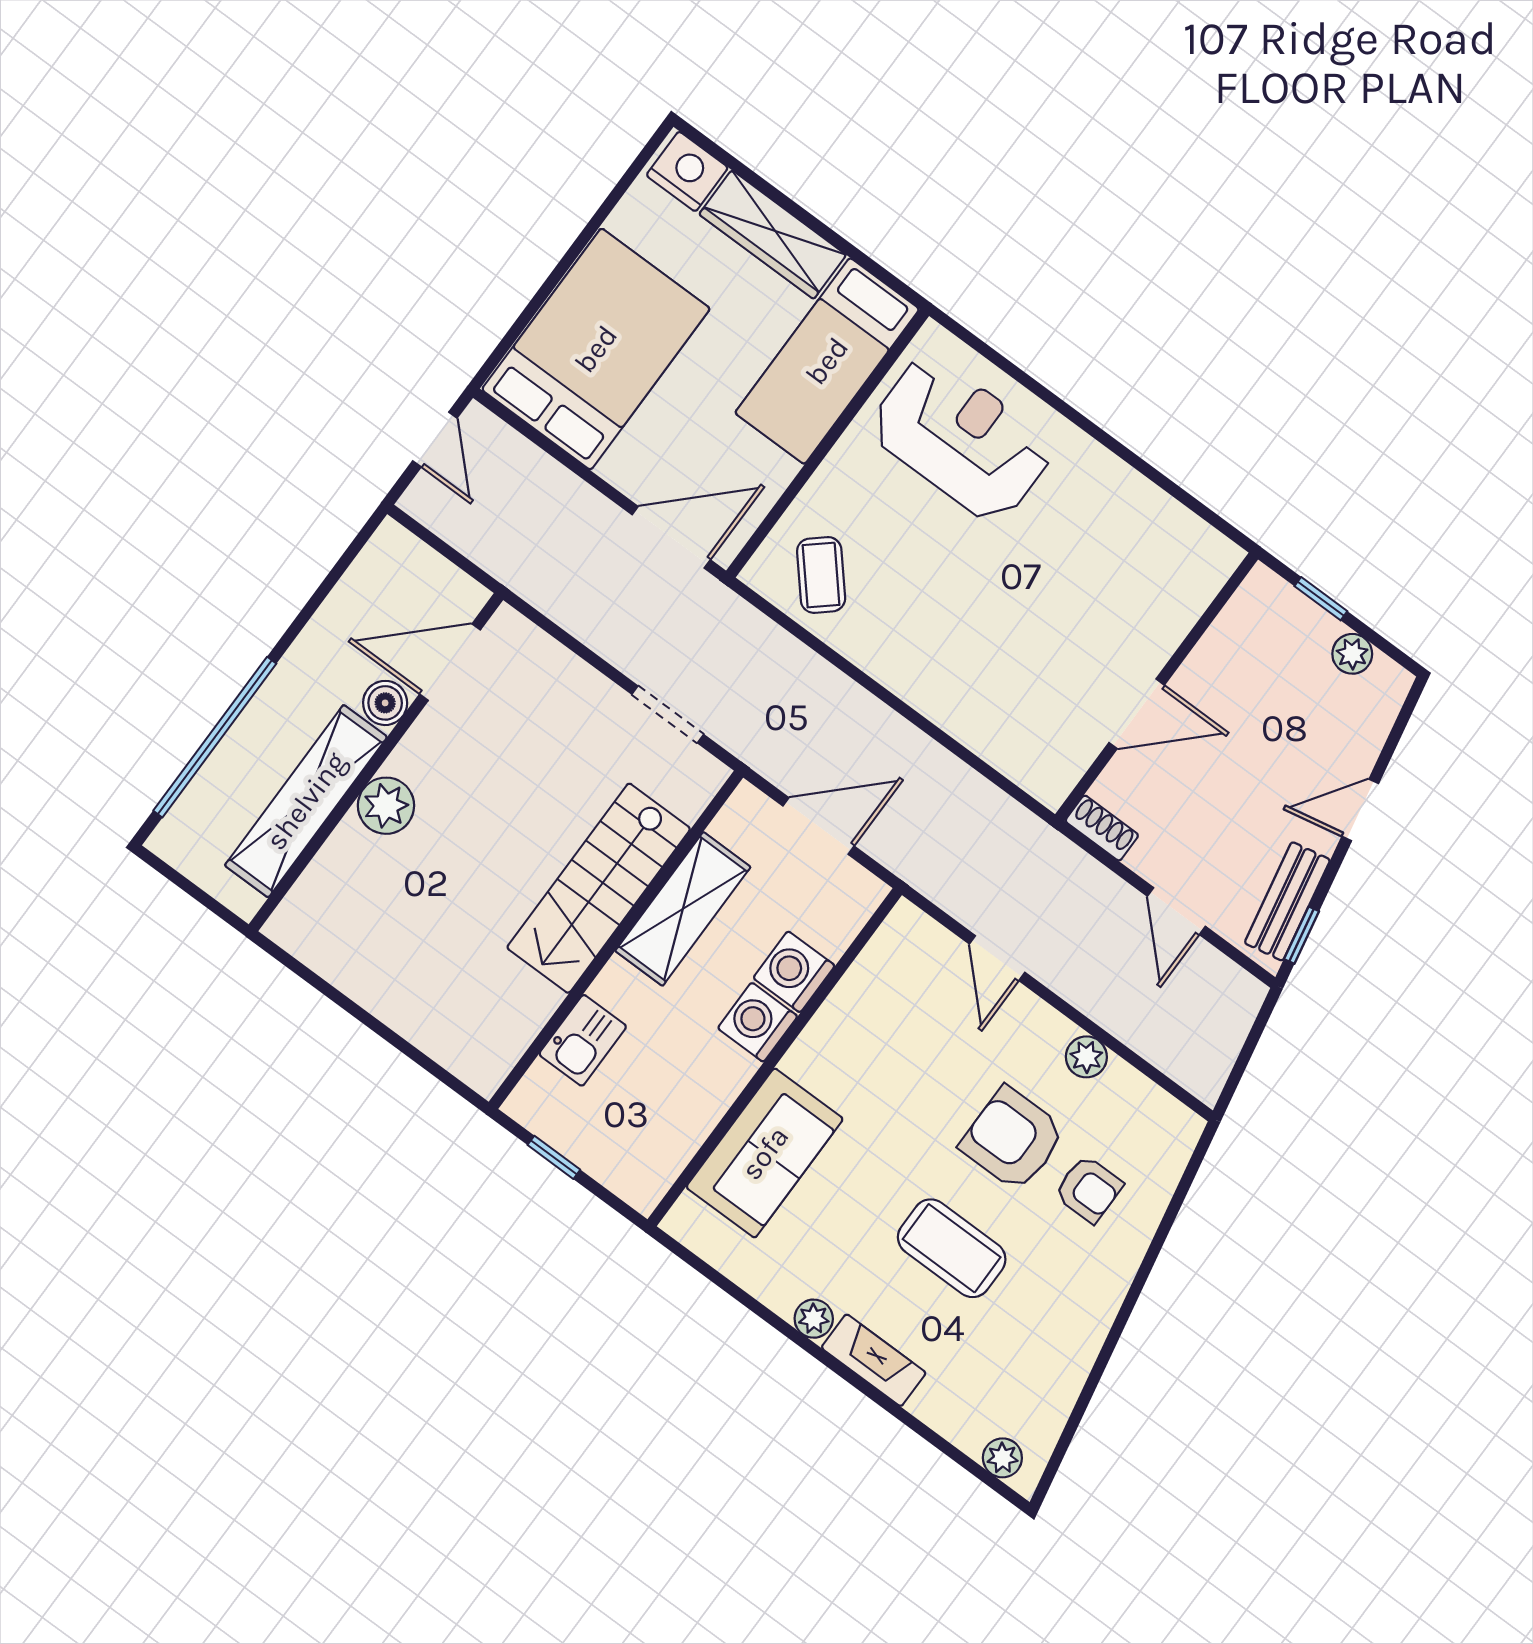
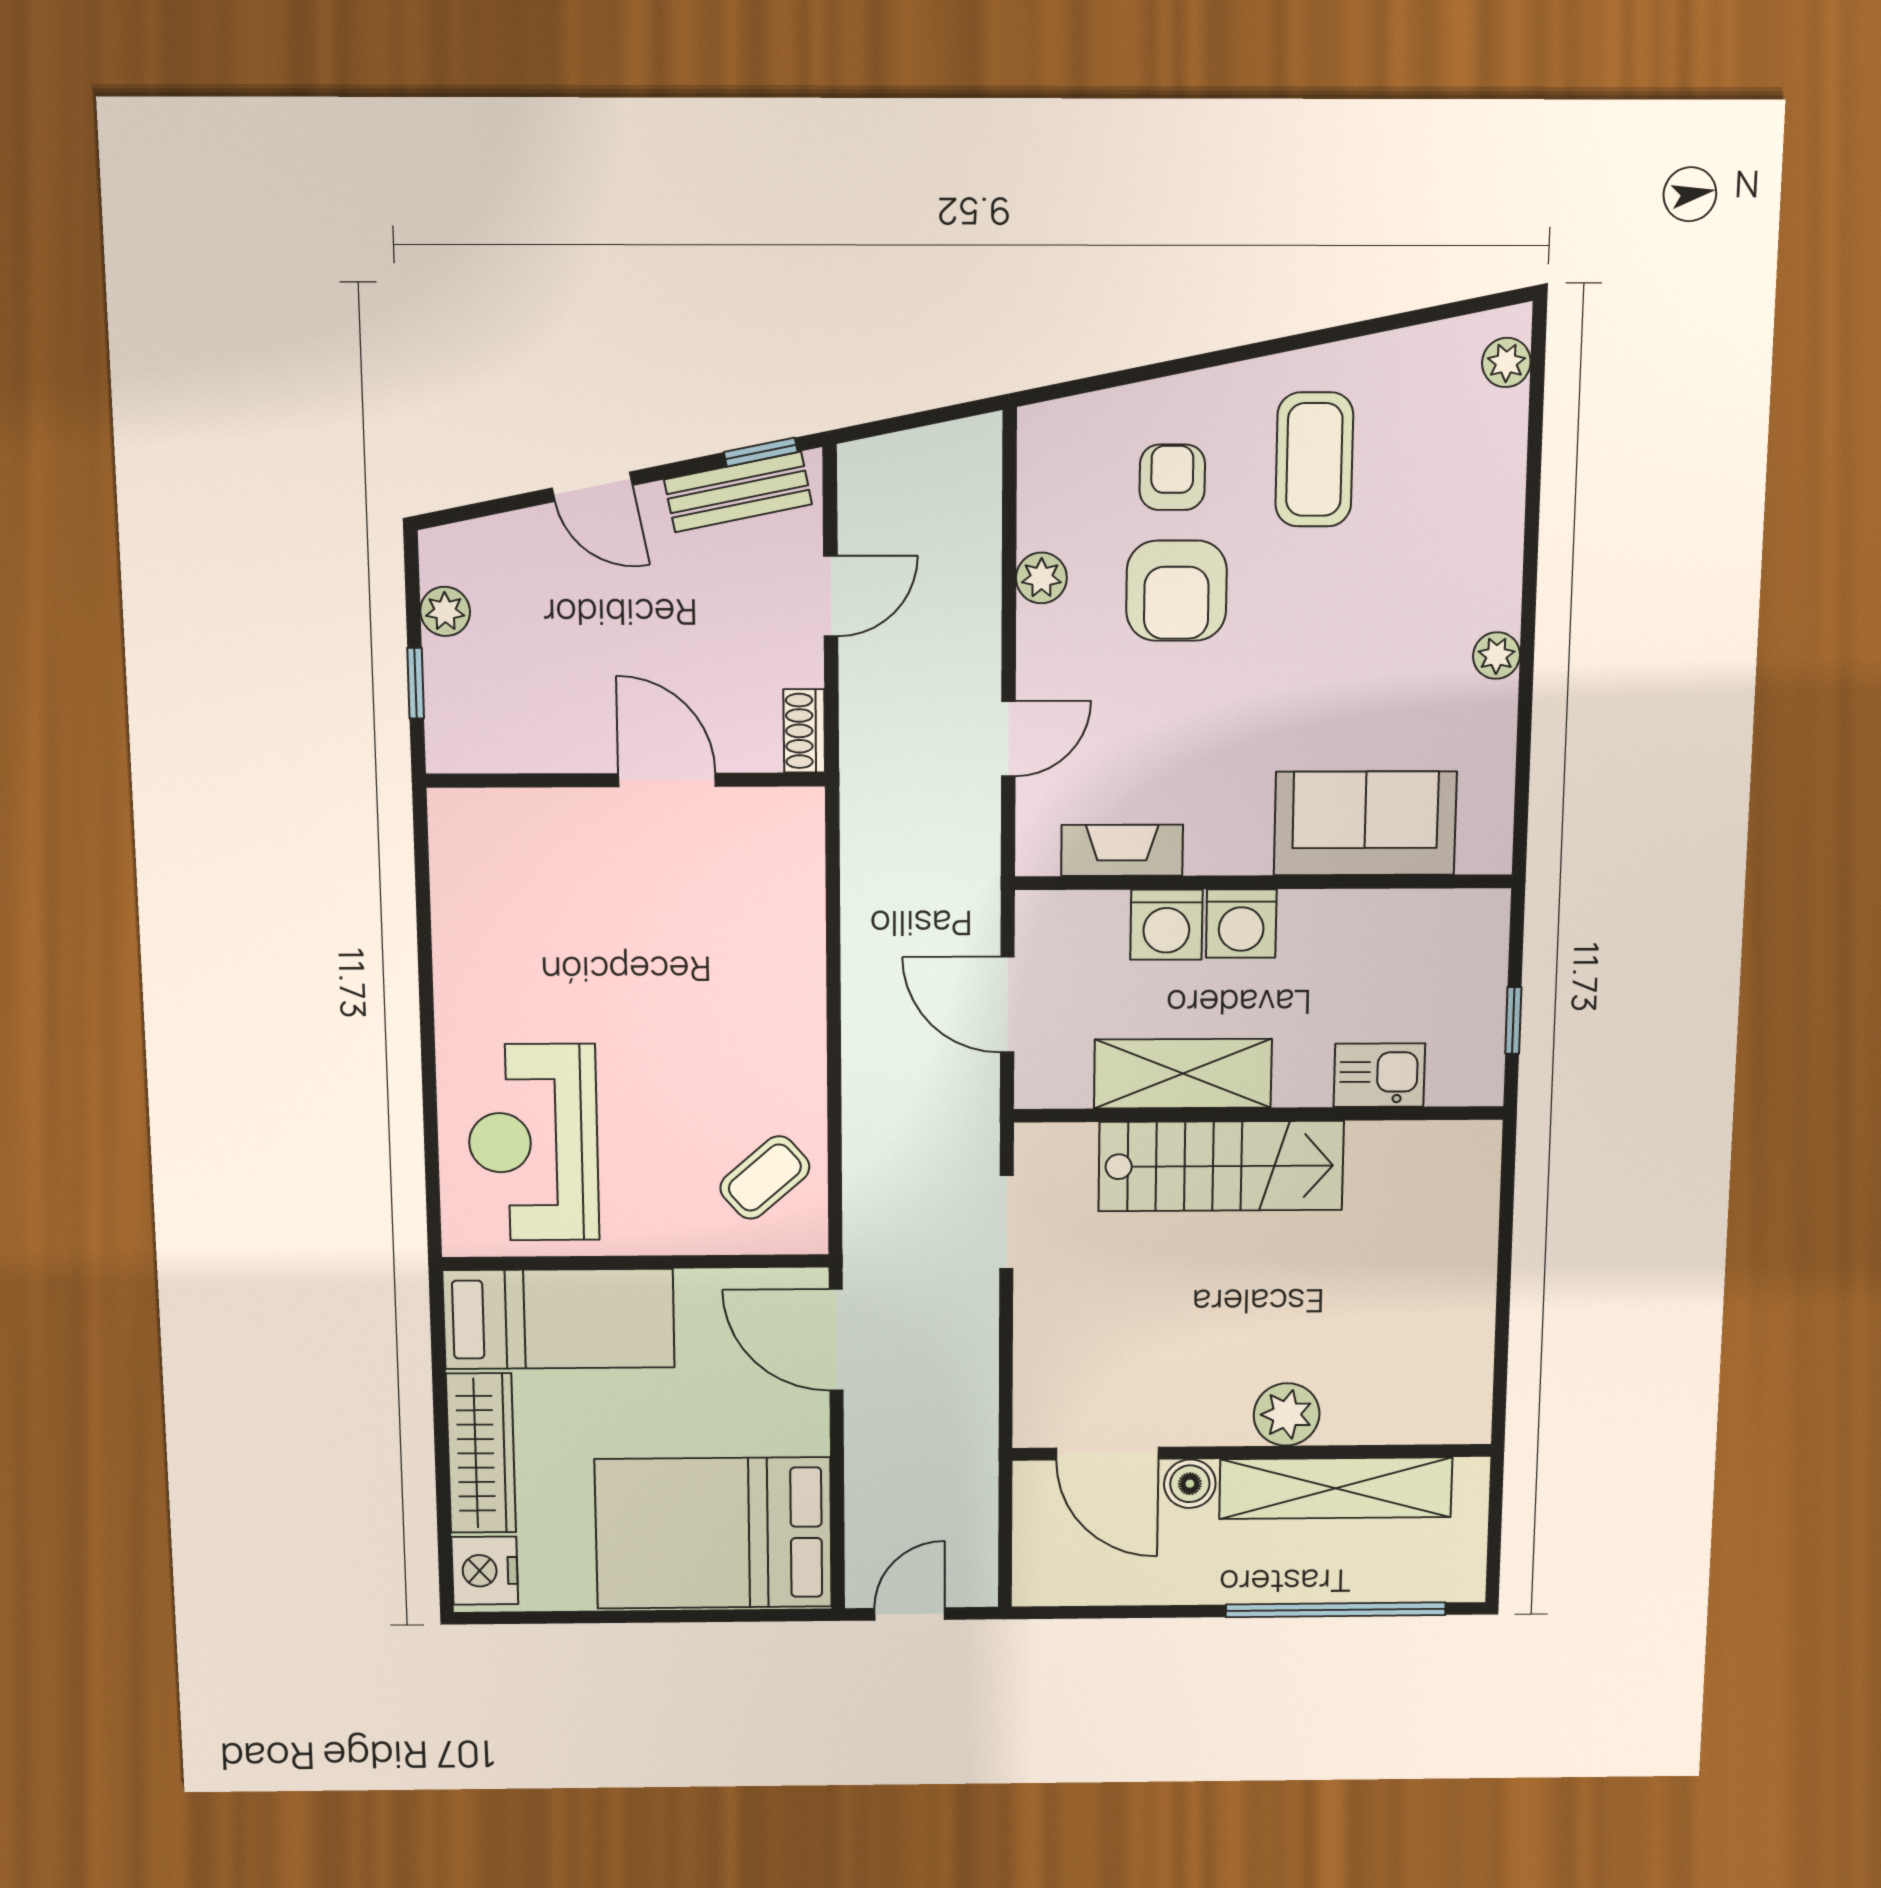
coffee table: (952, 1248) -> (1314, 460), moved
fireplace: (874, 1360) -> (1122, 850), moved, turned 90

